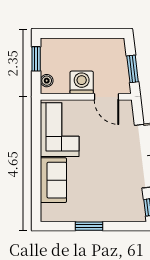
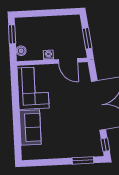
washing machine: (82, 82) -> (48, 55), width x0.53, depth x0.53
window: (89, 226) -> (83, 160), moved

